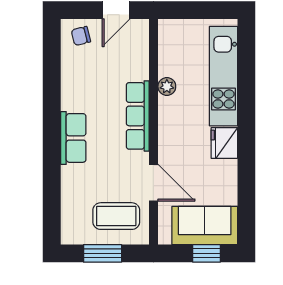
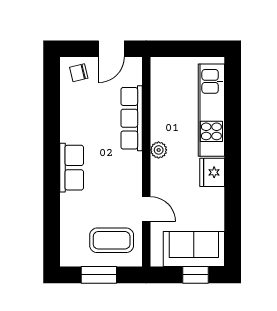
plant: (167, 86) -> (159, 150), moved
row of seats: (138, 116) -> (132, 118), moved
door: (154, 183) -> (146, 209), width x0.73

